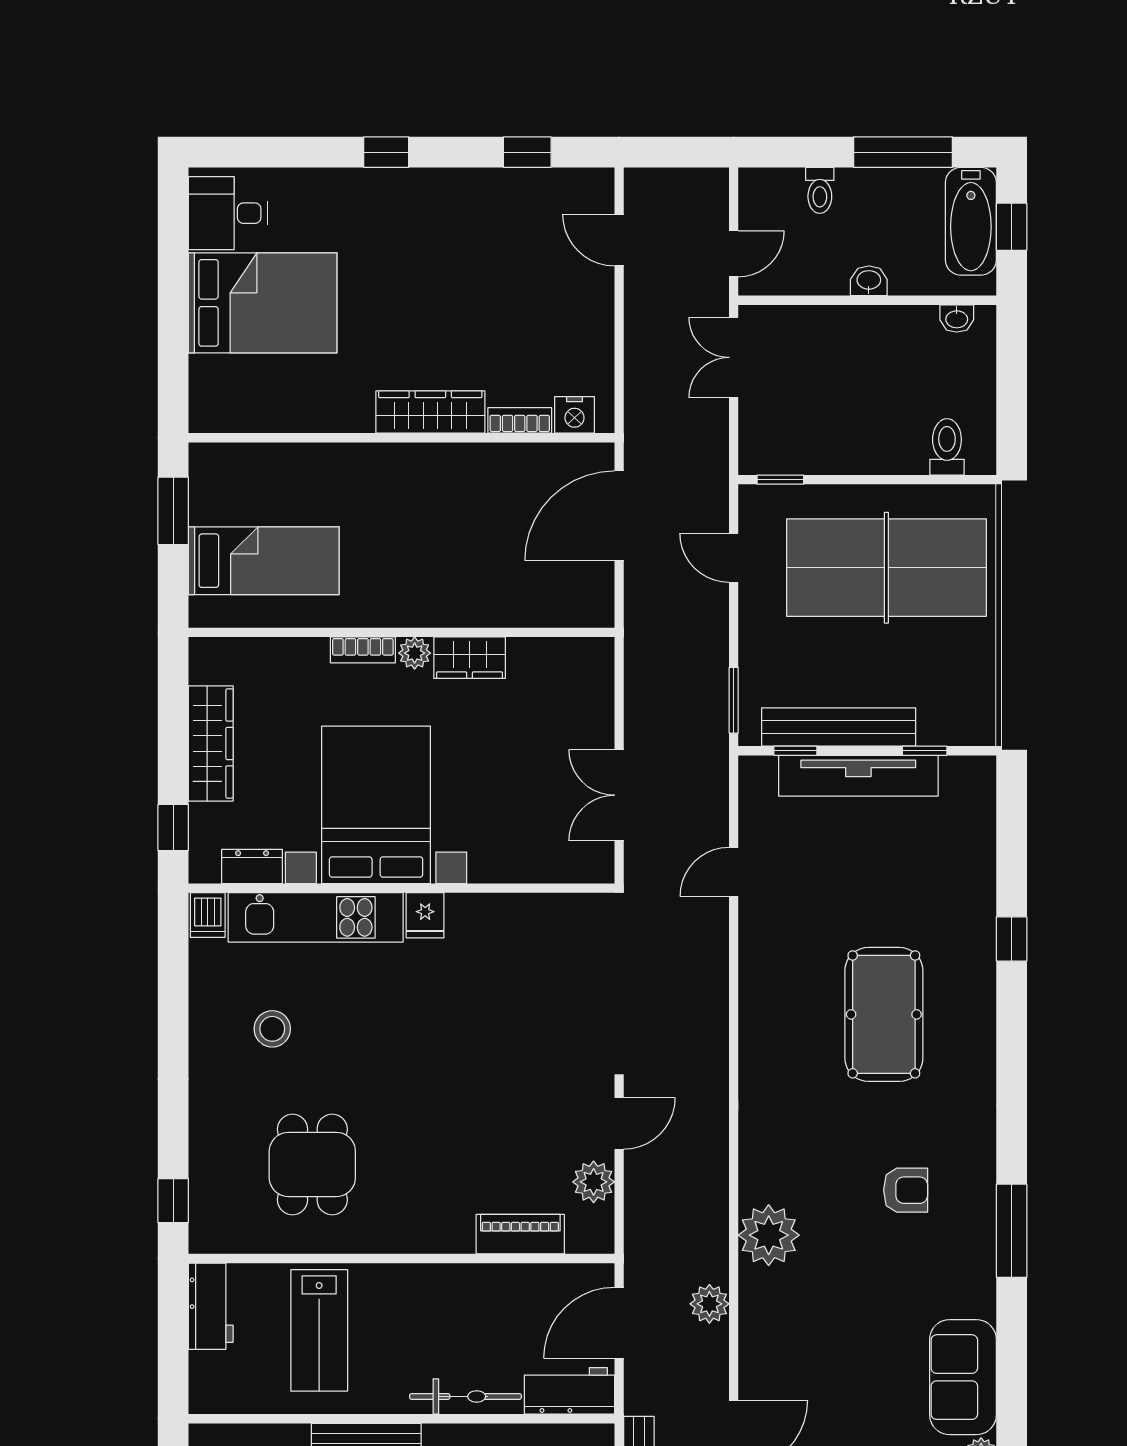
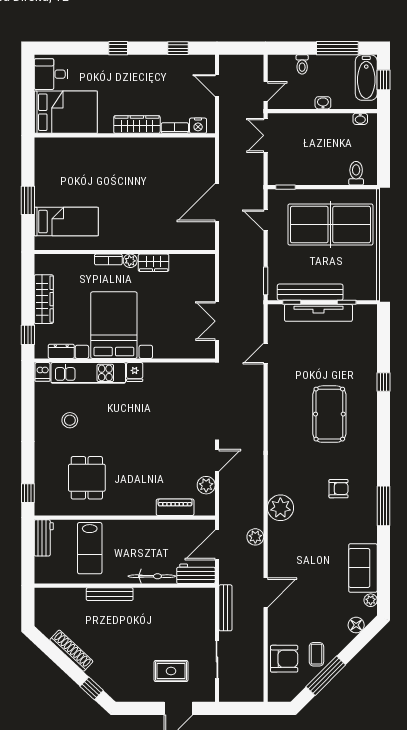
wardrobe: (430, 412) -> (137, 124), moved
nightstand: (574, 415) -> (198, 126), moved
bookcase: (520, 420) -> (175, 128), moved
wall: (402, 438) -> (125, 135), moved

